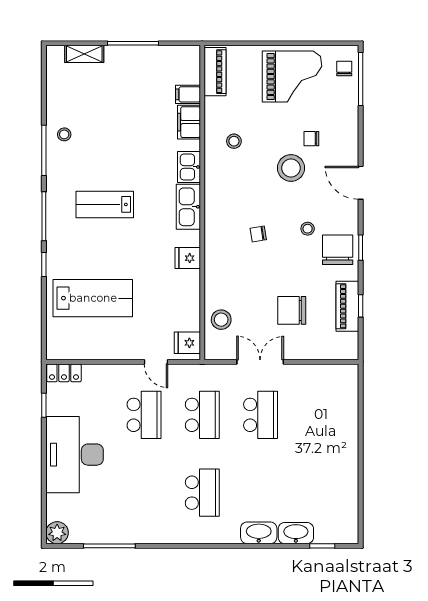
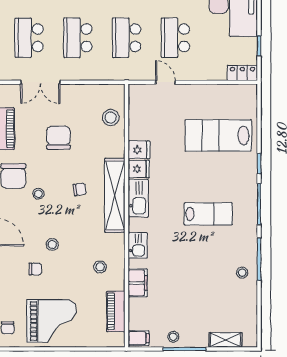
stool: (146, 58) -> (173, 337), added
piano: (215, 72) -> (116, 311), moved
grand piano: (292, 77) -> (51, 321), turned 180
filing cabinet: (188, 94) -> (139, 338), moved
stool: (291, 168) -> (52, 244), width x0.53, depth x0.53
kitchen sink: (188, 207) -> (138, 198), moved
shelving: (216, 227) -> (115, 195), added
chair: (292, 310) -> (58, 138), moved, turned -90
fridge: (187, 343) -> (139, 150), moved
double door: (260, 362) -> (40, 82), moved
school desk: (319, 415) -> (29, 38), added

